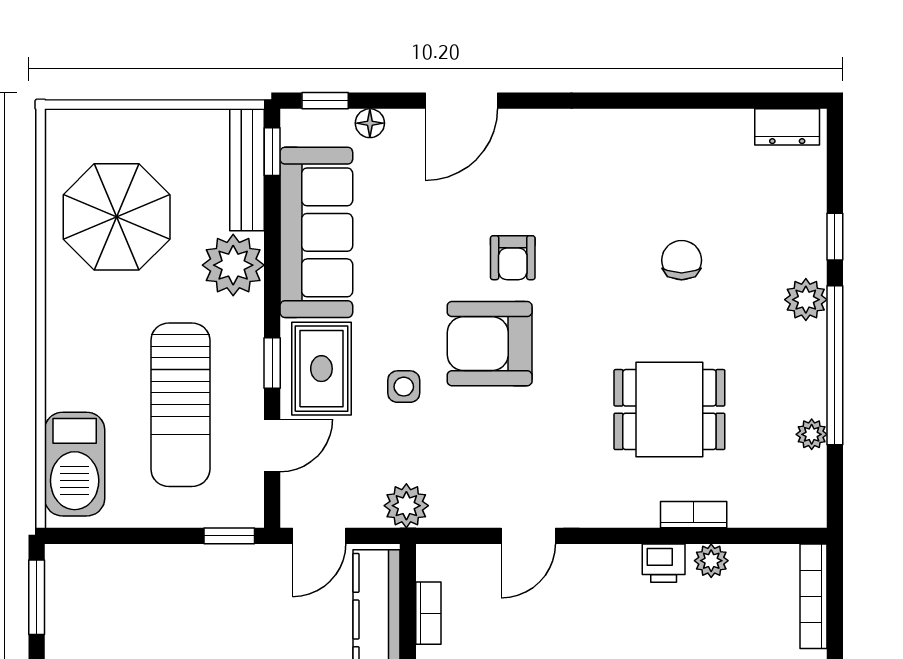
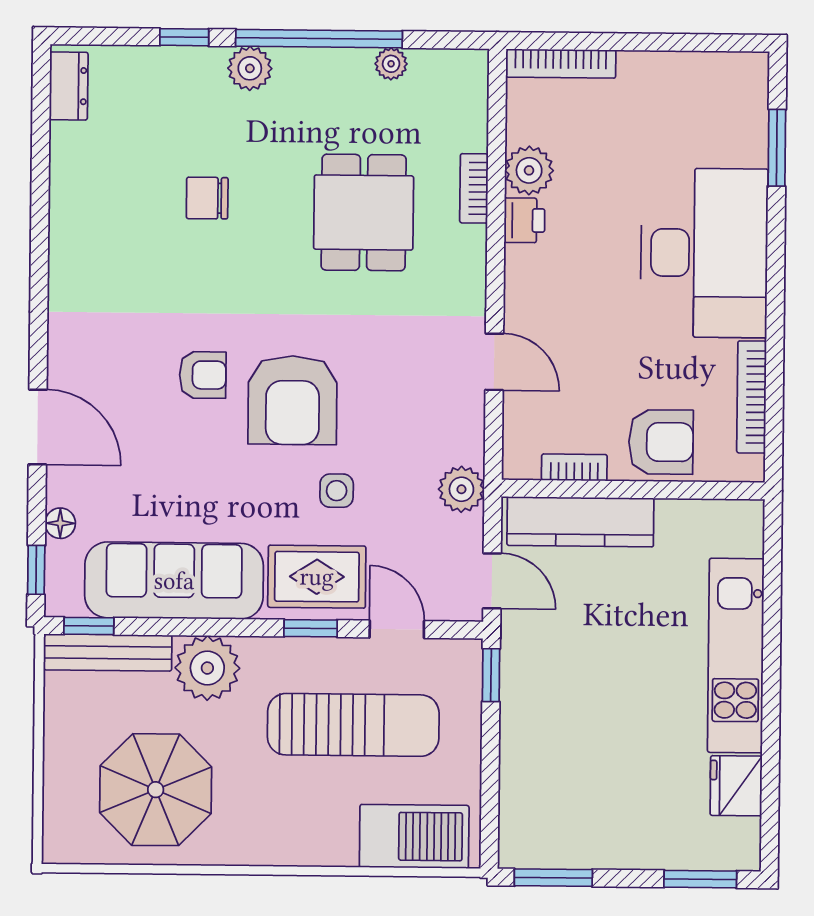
plant: (711, 561) -> (529, 170), width x1.38, depth x1.38

